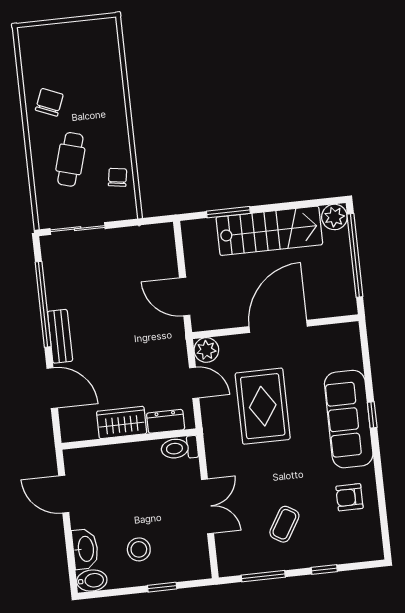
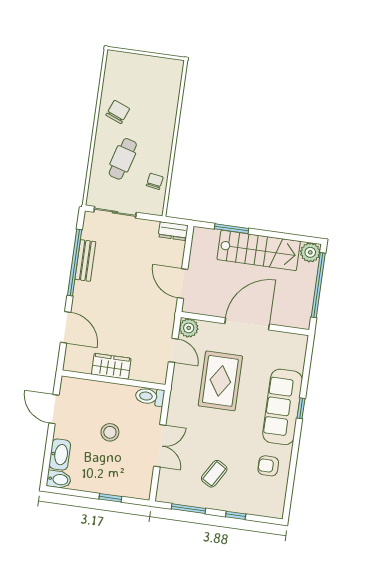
bench: (60, 336) -> (85, 261), moved
dresser: (166, 421) -> (173, 231), moved, turned 180
stool: (139, 549) -> (110, 432), moved

